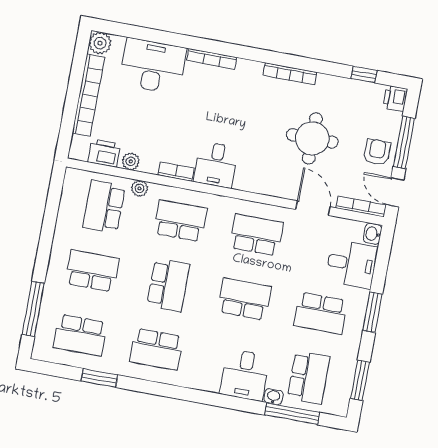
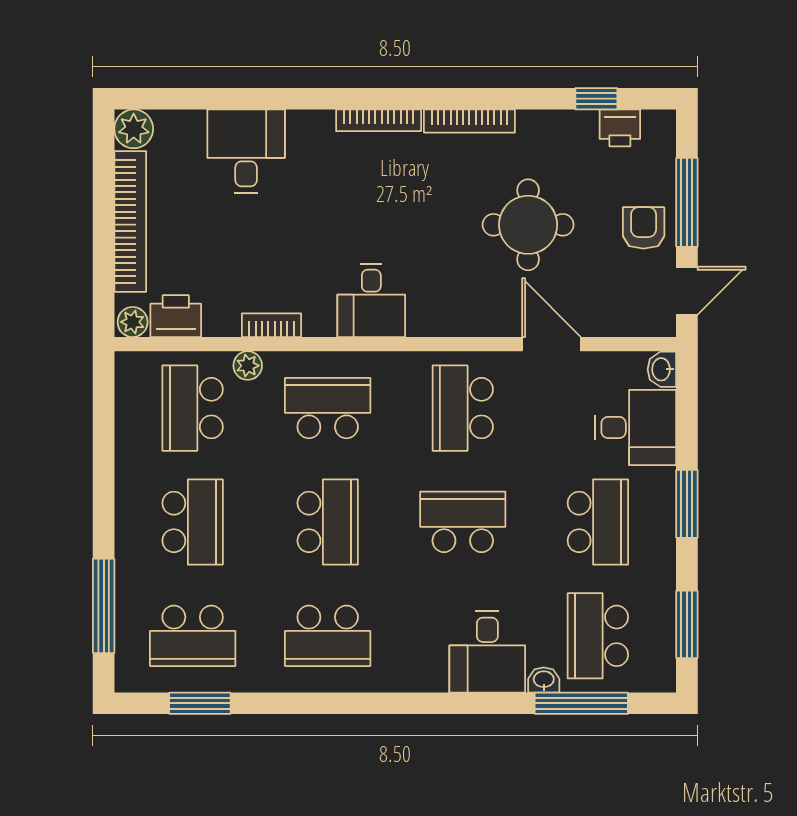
bookcase: (212, 59) -> (379, 120), moved
desk: (153, 66) -> (246, 151), width x0.73
printer: (395, 98) -> (620, 128), moved, turned -90
plant: (131, 161) -> (133, 322), moved
bookcase: (176, 172) -> (271, 325), moved
door: (395, 192) -> (687, 291), swing flipped
bookcase: (361, 206) -> (633, 326), removed
school desk: (256, 235) -> (463, 408), turned -90
school desk: (92, 271) -> (193, 522), turned 90
school desk: (321, 313) -> (598, 522), turned -90
school desk: (309, 377) -> (598, 636), turned 180
window: (100, 378) -> (200, 703), moved

